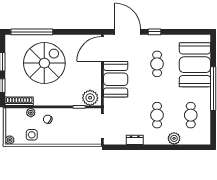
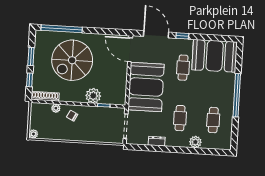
door: (102, 49) -> (130, 50), hinge flipped
spiral stairs: (44, 63) -> (72, 60), turned 180
booth: (195, 65) -> (215, 56), moved, turned 90
booth: (116, 79) -> (146, 87), width x1.36, depth x1.42
plant: (90, 98) -> (93, 96), moved
side table: (32, 135) -> (55, 130), removed

